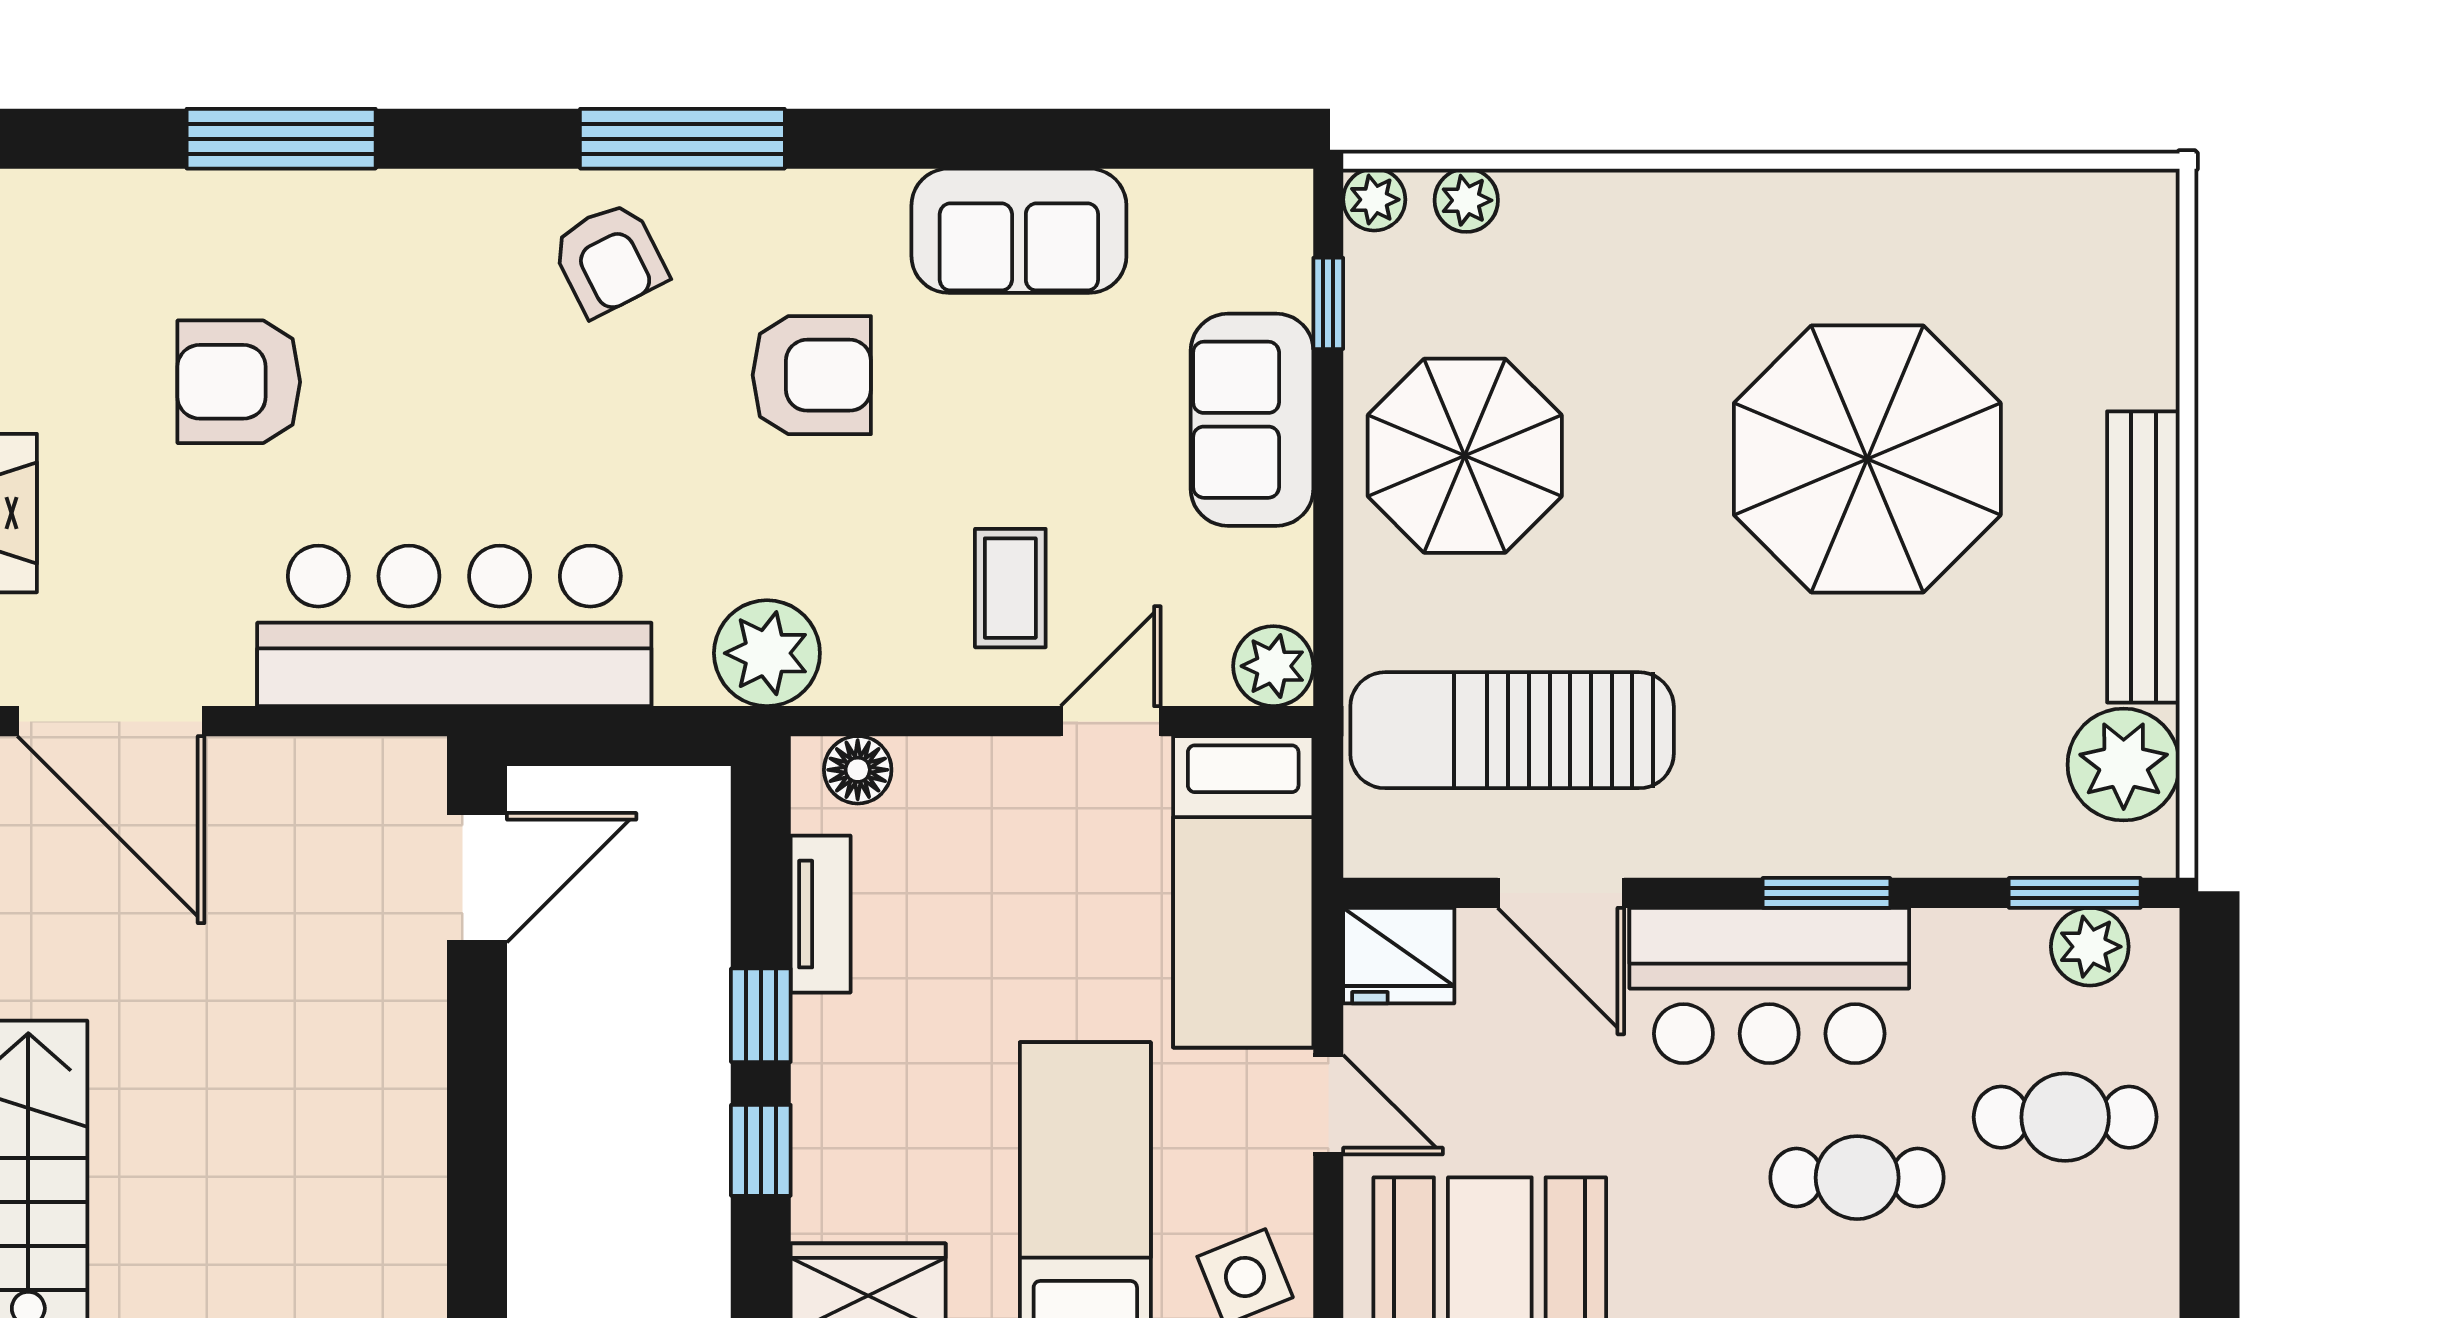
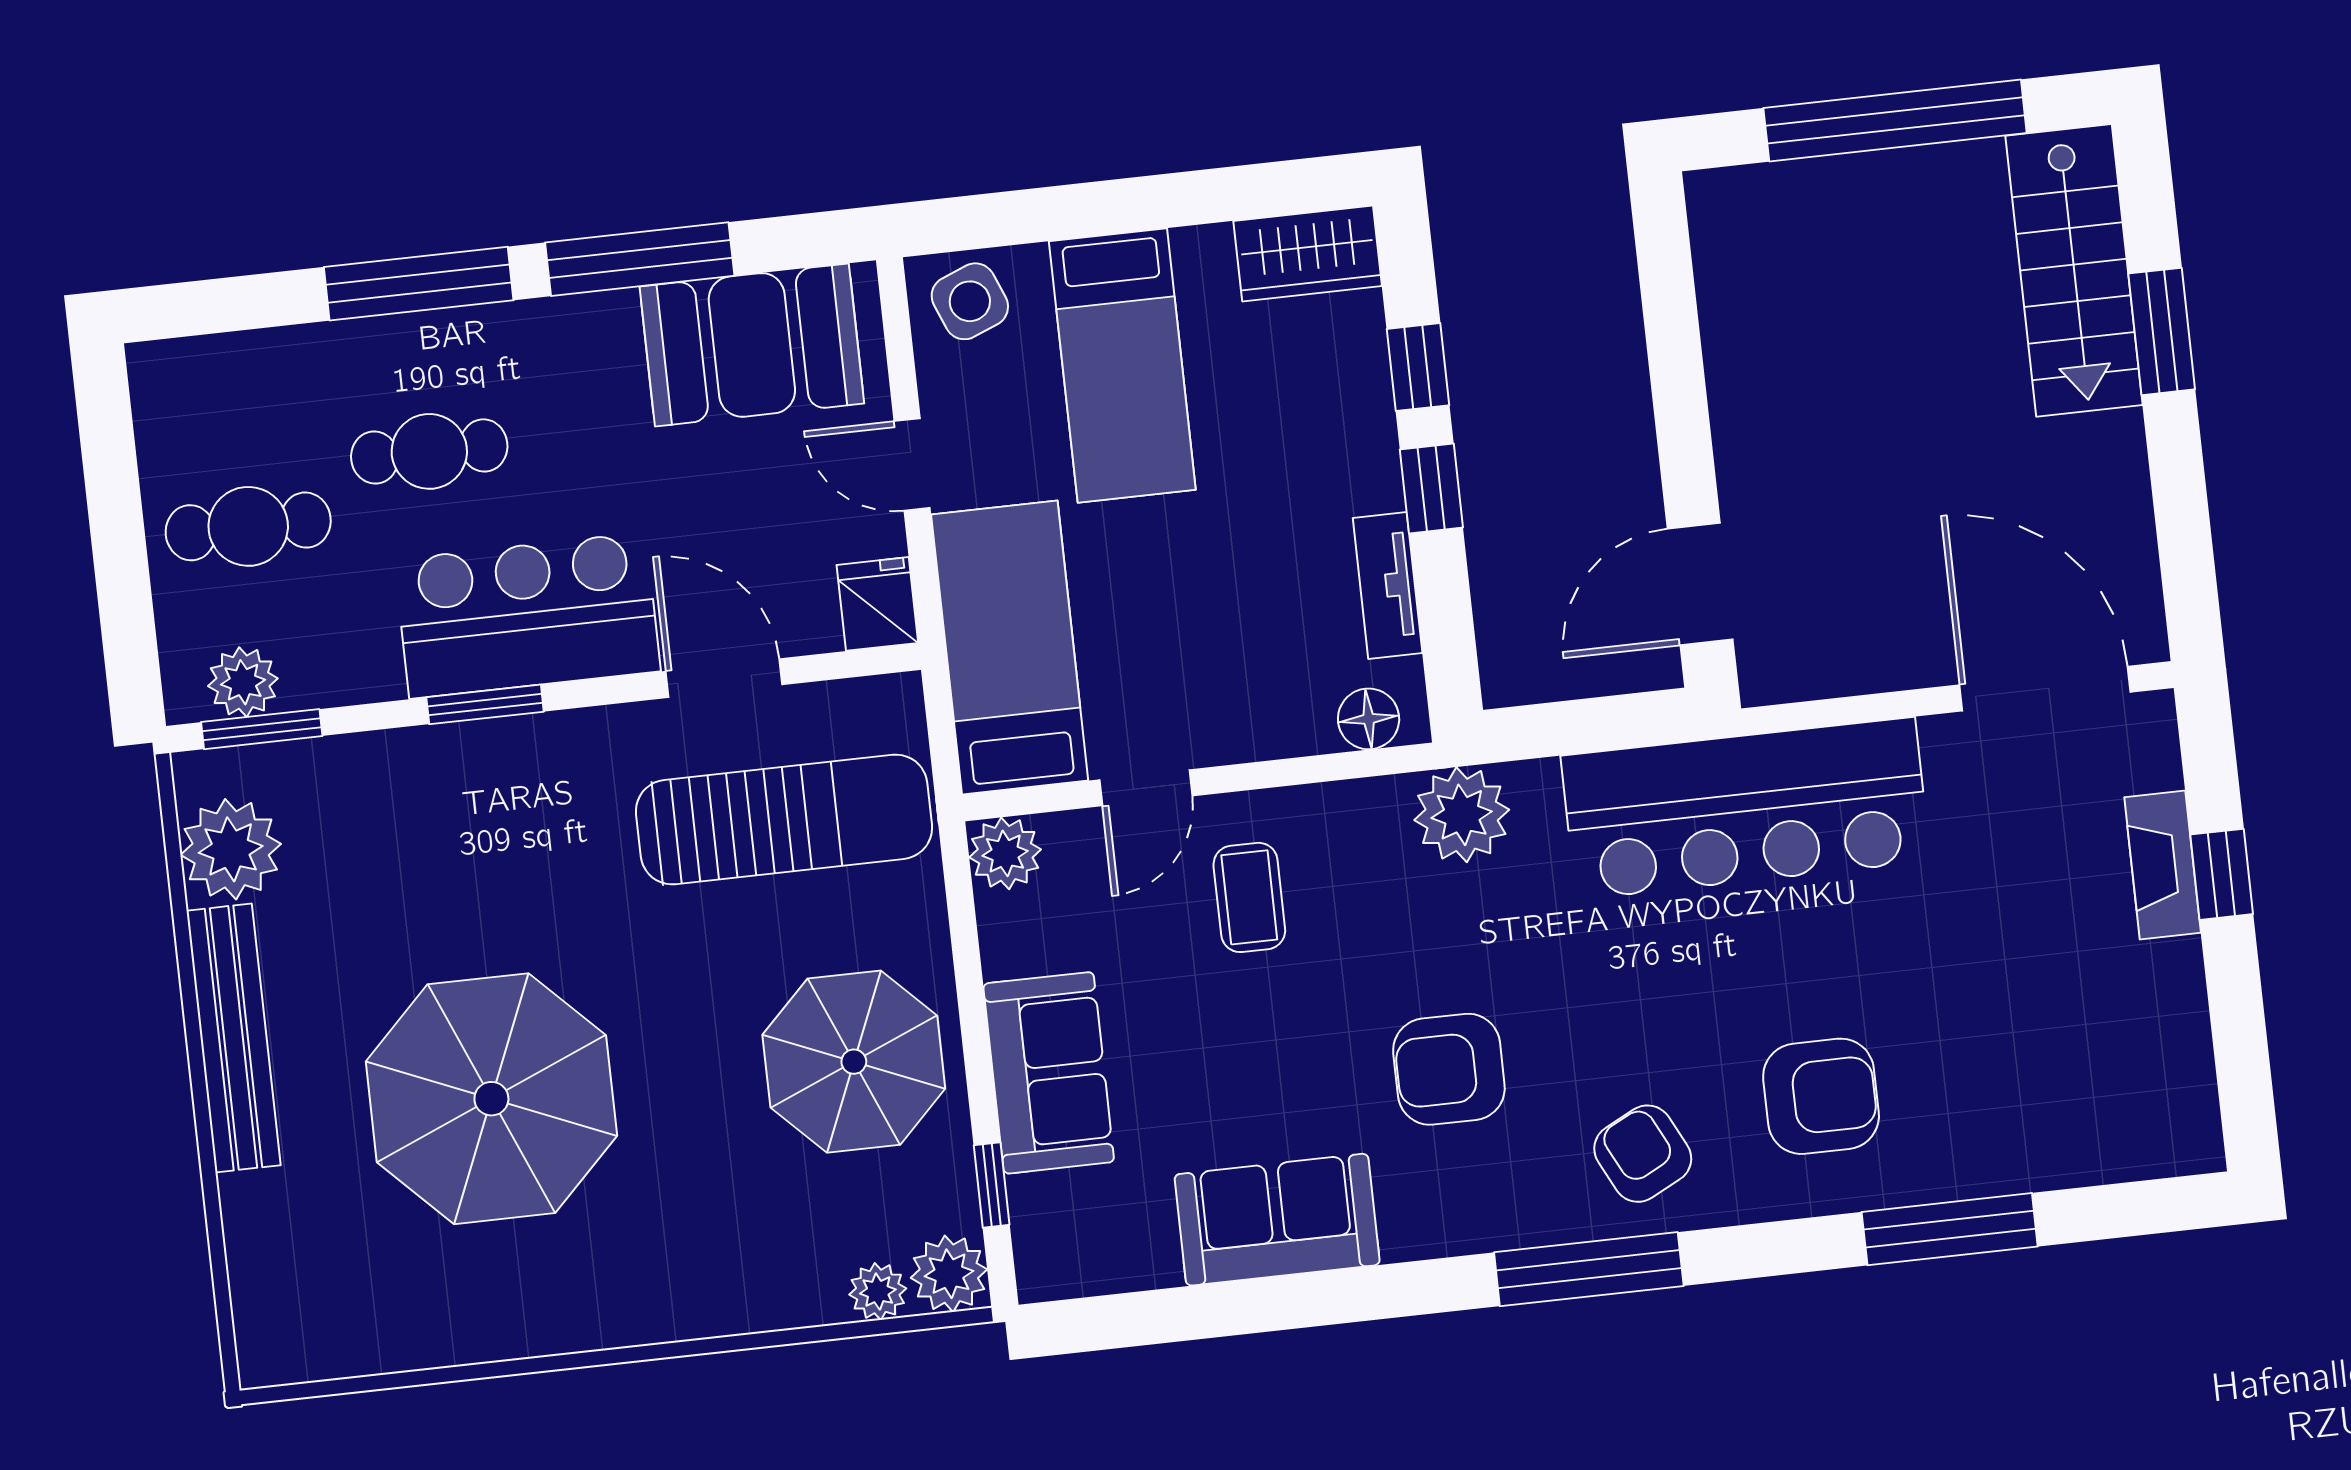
plant: (1374, 200) -> (949, 1274), width x1.38, depth x1.38
armchair: (239, 382) -> (1821, 1096), moved
fridge: (1399, 956) -> (877, 604), width x0.72

